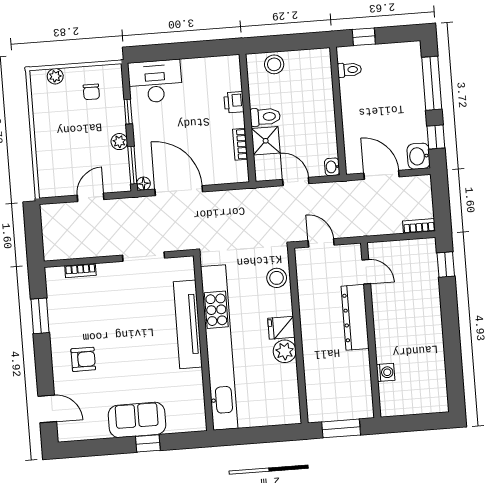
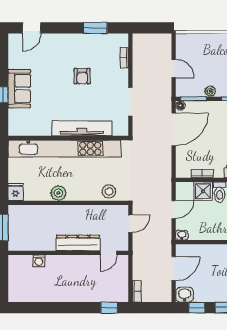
fridge: (281, 328) -> (16, 192), moved
armchair: (83, 359) -> (82, 76), moved

